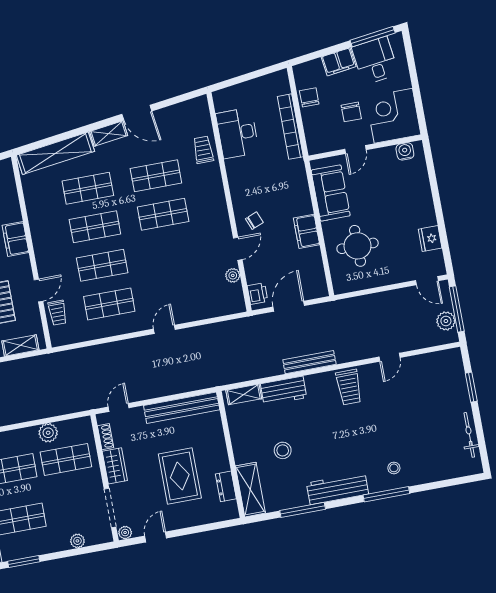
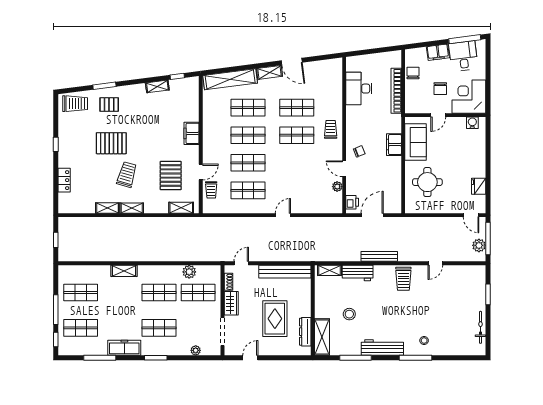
trolley: (203, 150) -> (331, 129), moved
filing cabinet: (307, 231) -> (394, 145), moved
door: (238, 249) -> (344, 169), swing flipped
dresser: (226, 486) -> (305, 332), width x1.44
plant: (125, 533) -> (230, 351), removed

